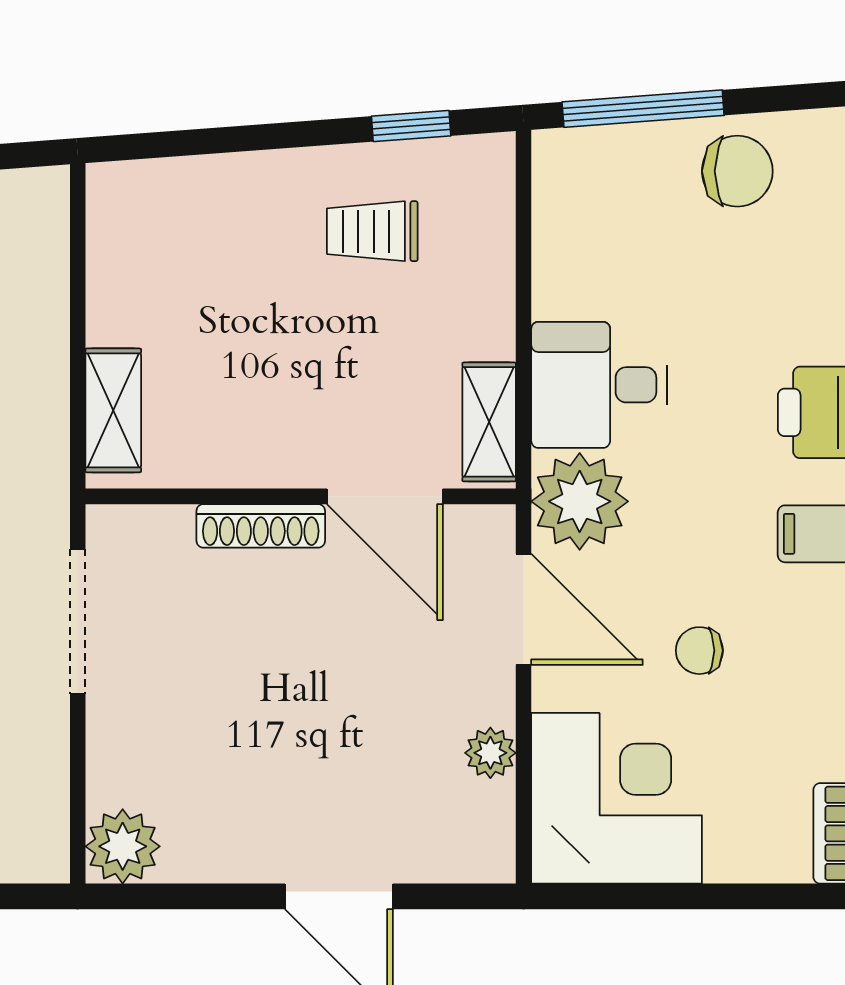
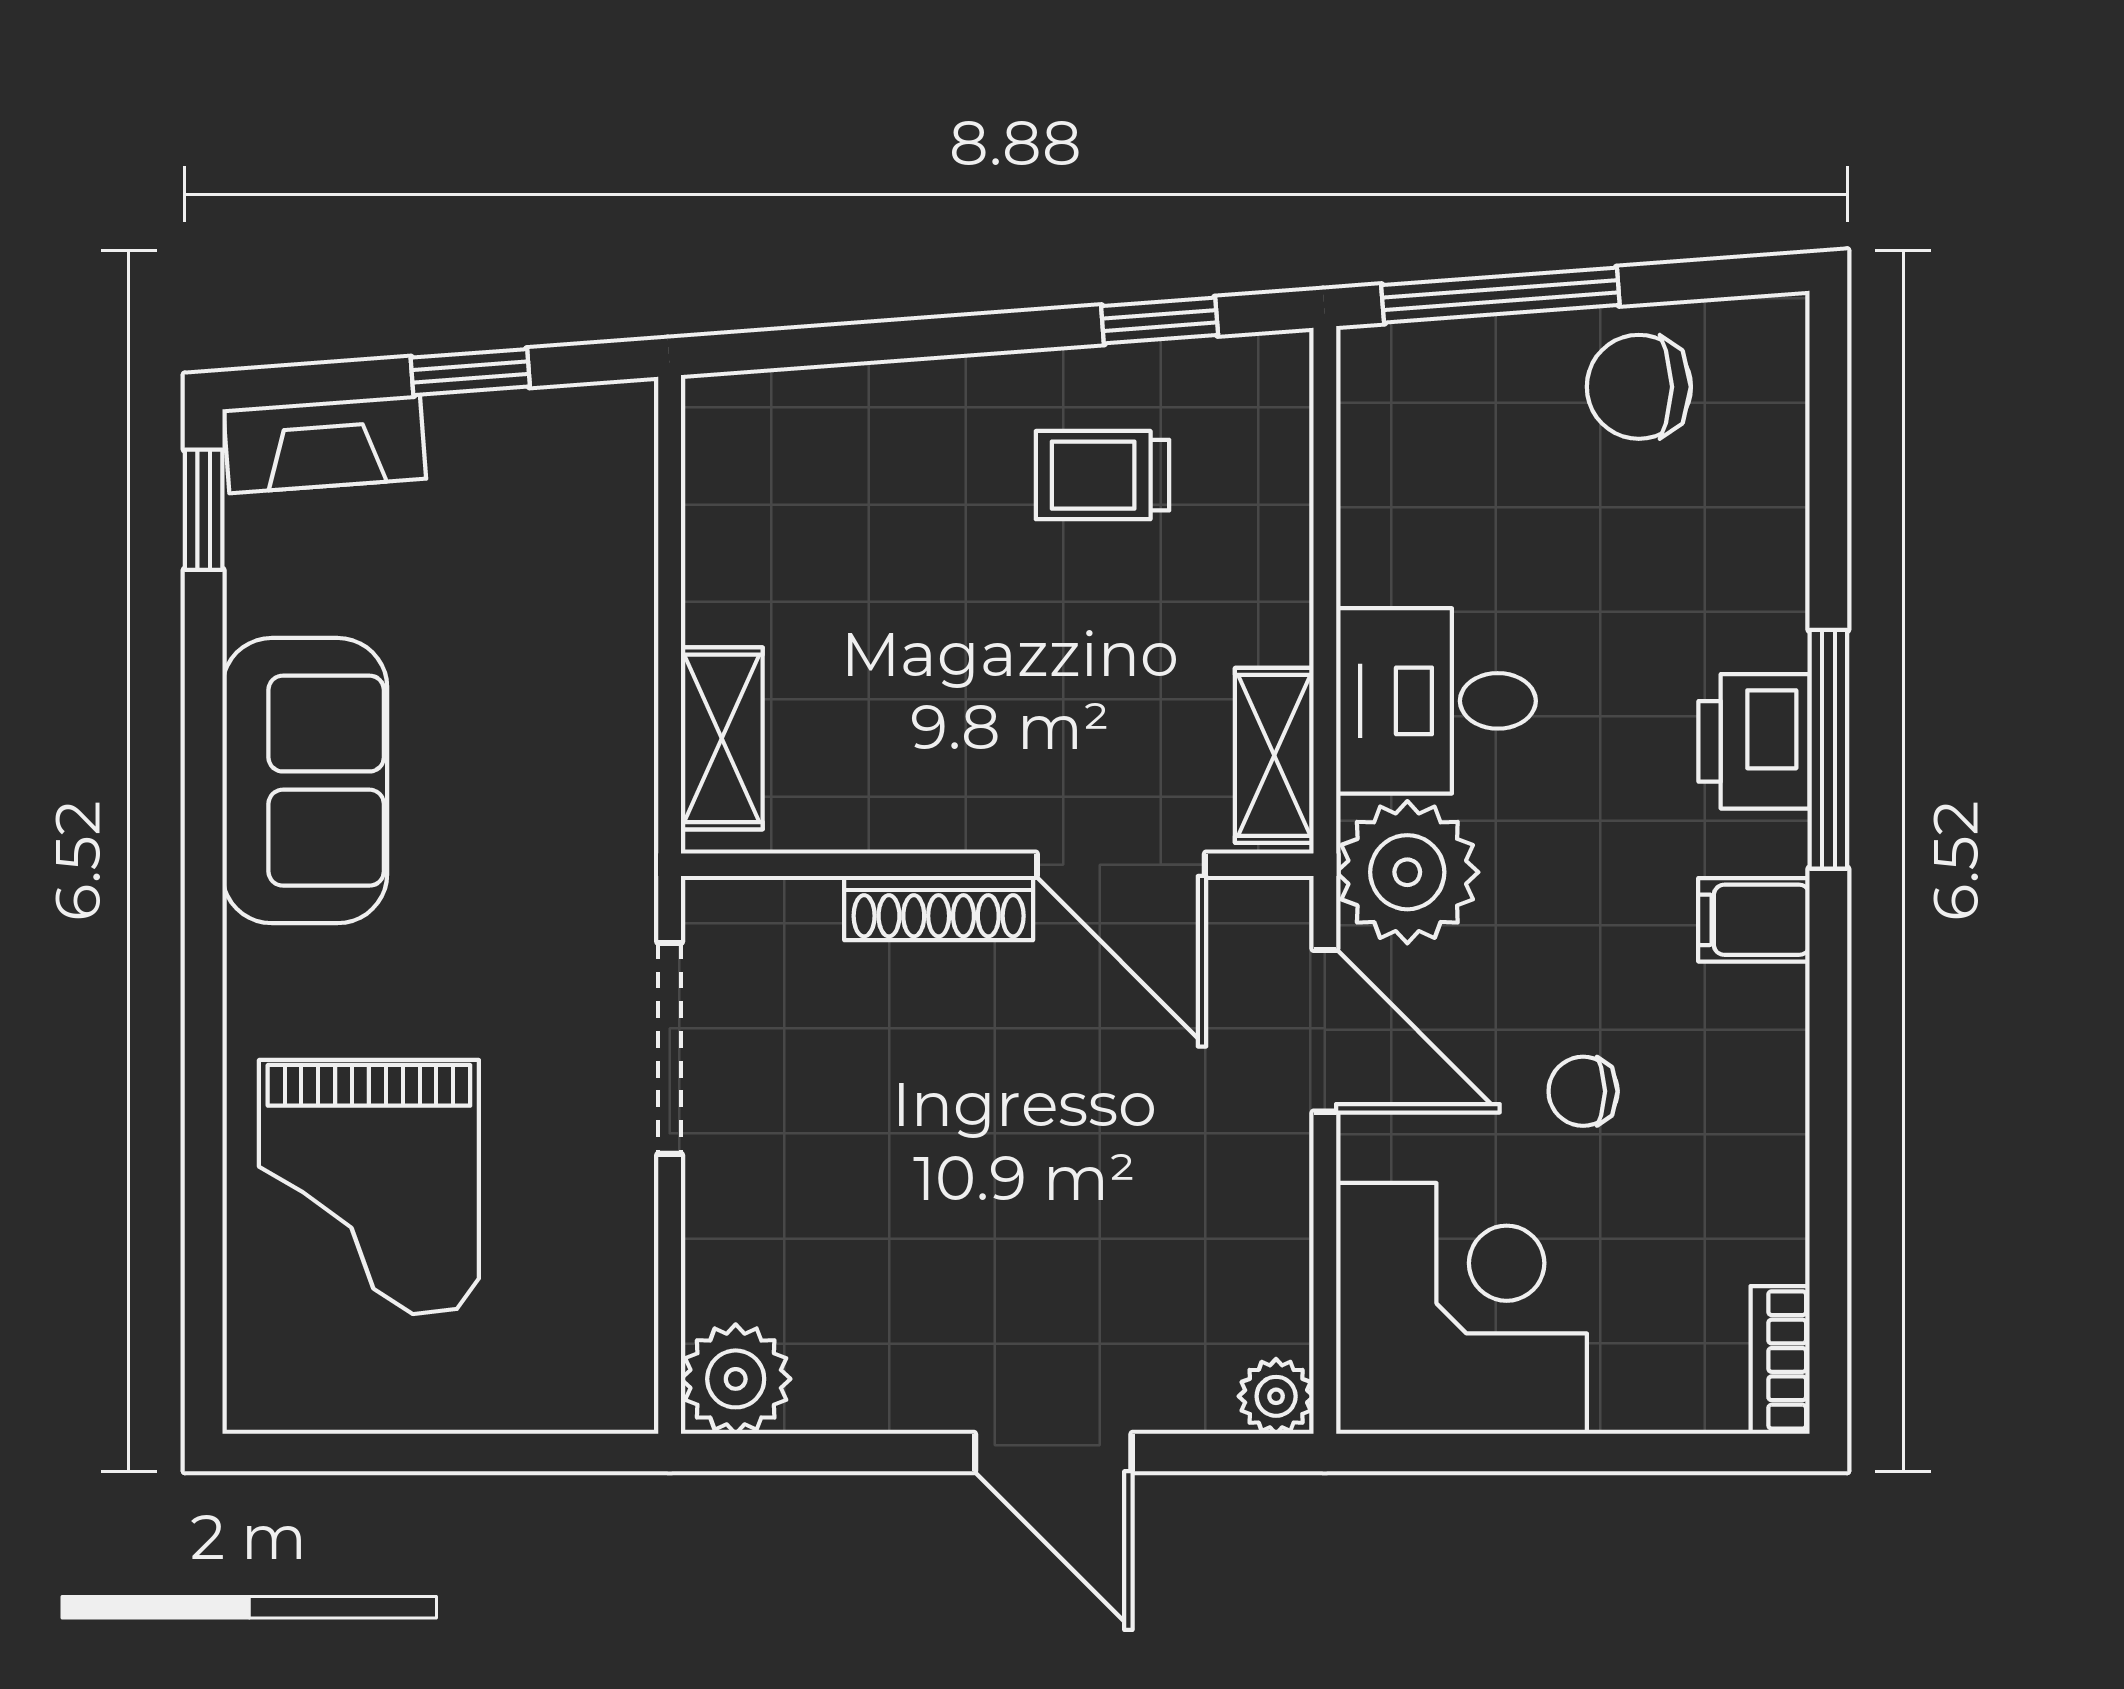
chair: (737, 171) -> (1639, 387), turned 180
plant: (490, 753) -> (1276, 1396), moved

